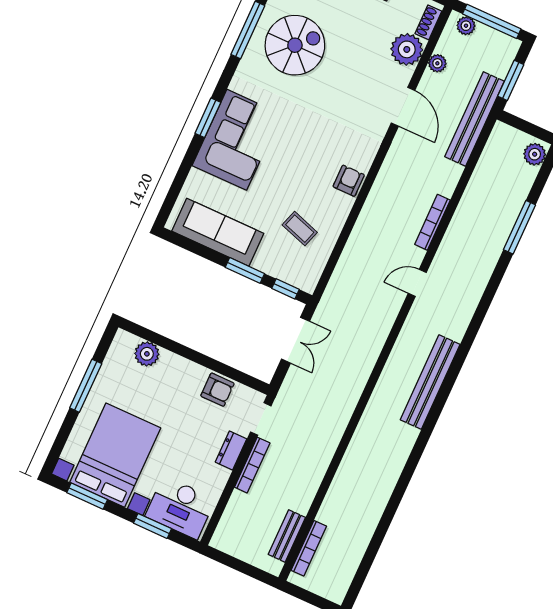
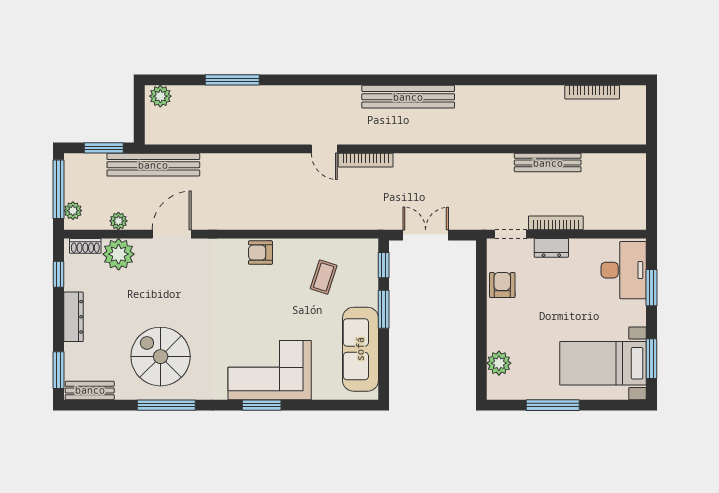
bookcase: (432, 222) -> (366, 160), moved
bed with nightstands: (115, 455) -> (603, 363), width x0.73
bench: (287, 536) -> (548, 163), moved, width x1.36
bookcase: (309, 548) -> (592, 92), moved, turned 180

